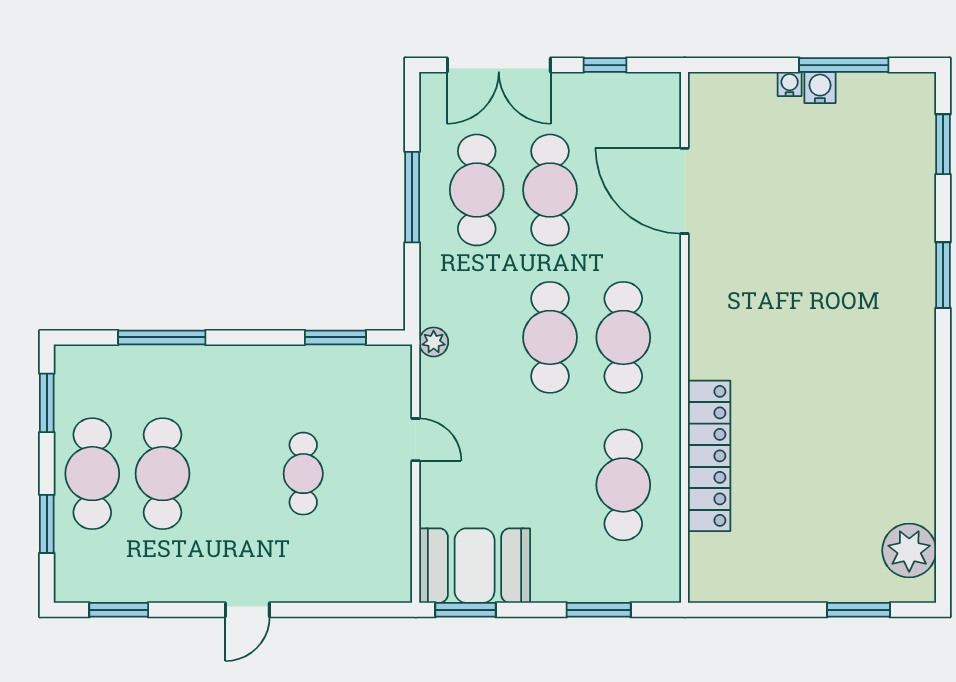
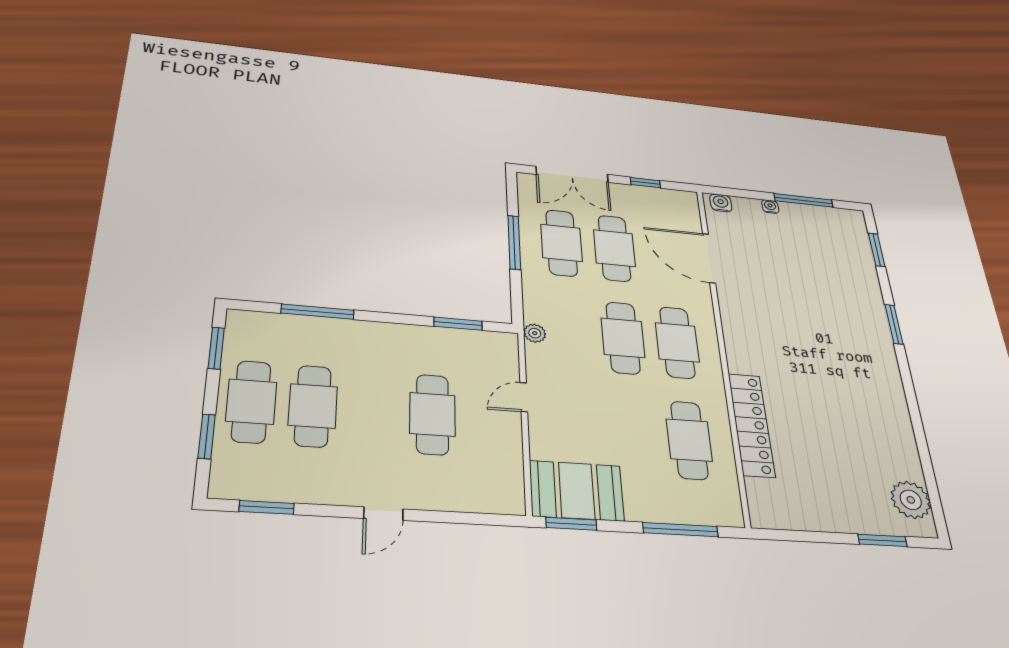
water cooler: (820, 88) -> (721, 203), moved
door: (416, 440) -> (524, 397), swing flipped
cafe table: (303, 474) -> (432, 414), width x1.37, depth x1.35
window: (599, 610) -> (680, 530), width x1.44

